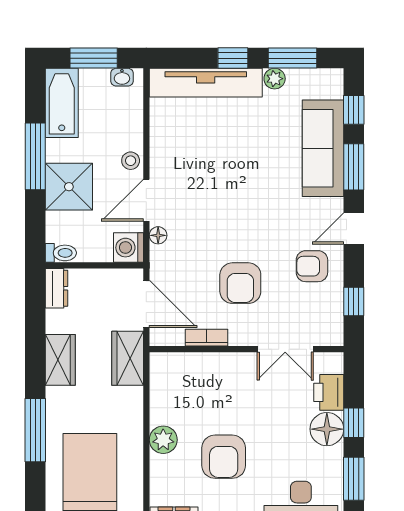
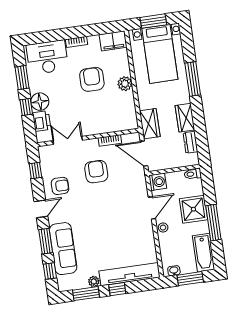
floor lamp: (158, 235) -> (143, 190), removed
dresser: (57, 288) -> (190, 142), moved

